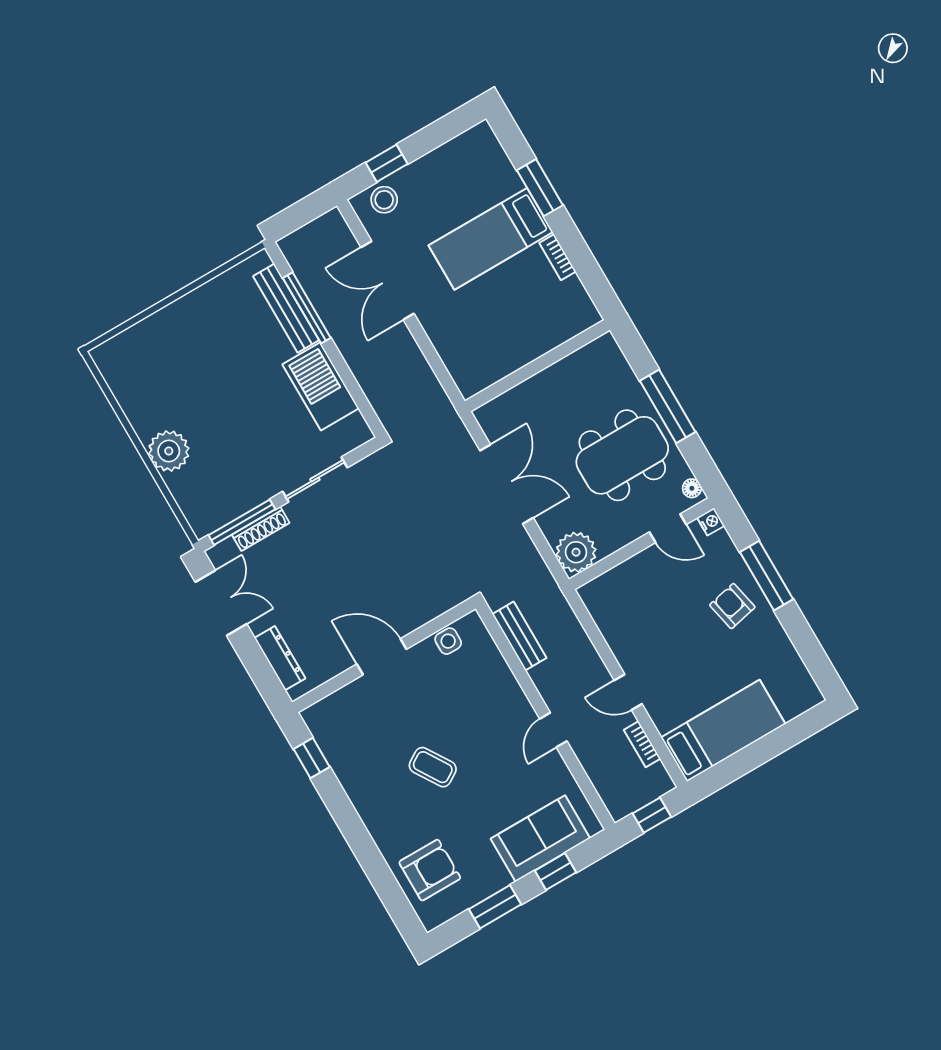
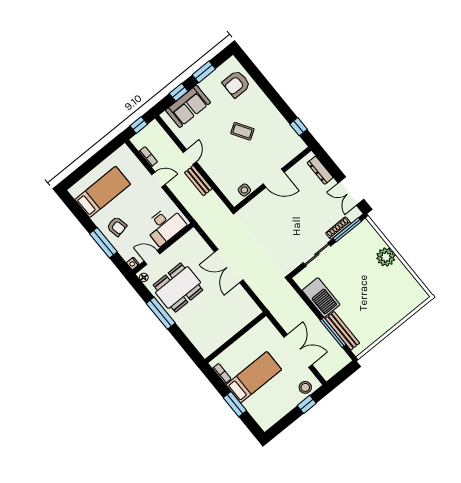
wall: (537, 366) -> (236, 337), moved
plant: (576, 552) -> (192, 240), removed
desk: (629, 592) -> (165, 226), added
bench: (519, 636) -> (198, 181), moved
bed: (723, 731) -> (103, 192), moved, turned 180

